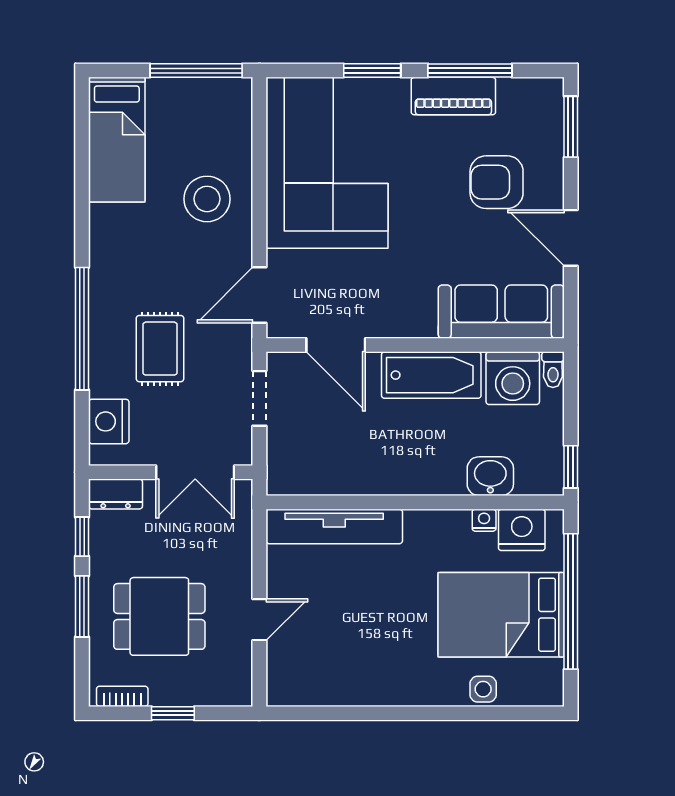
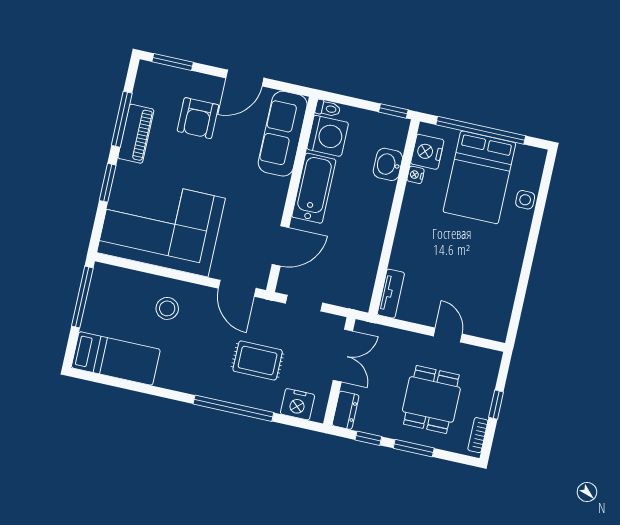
stool: (207, 199) -> (167, 308), width x0.73, depth x0.73
tv unit: (334, 526) -> (391, 294), width x0.52, depth x0.78

